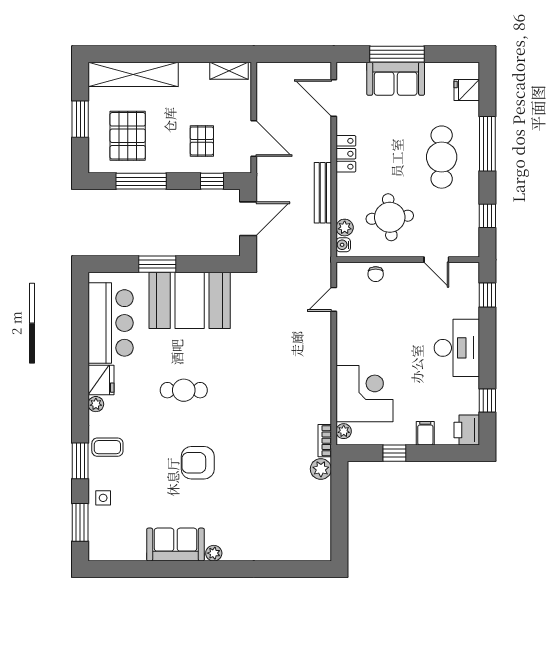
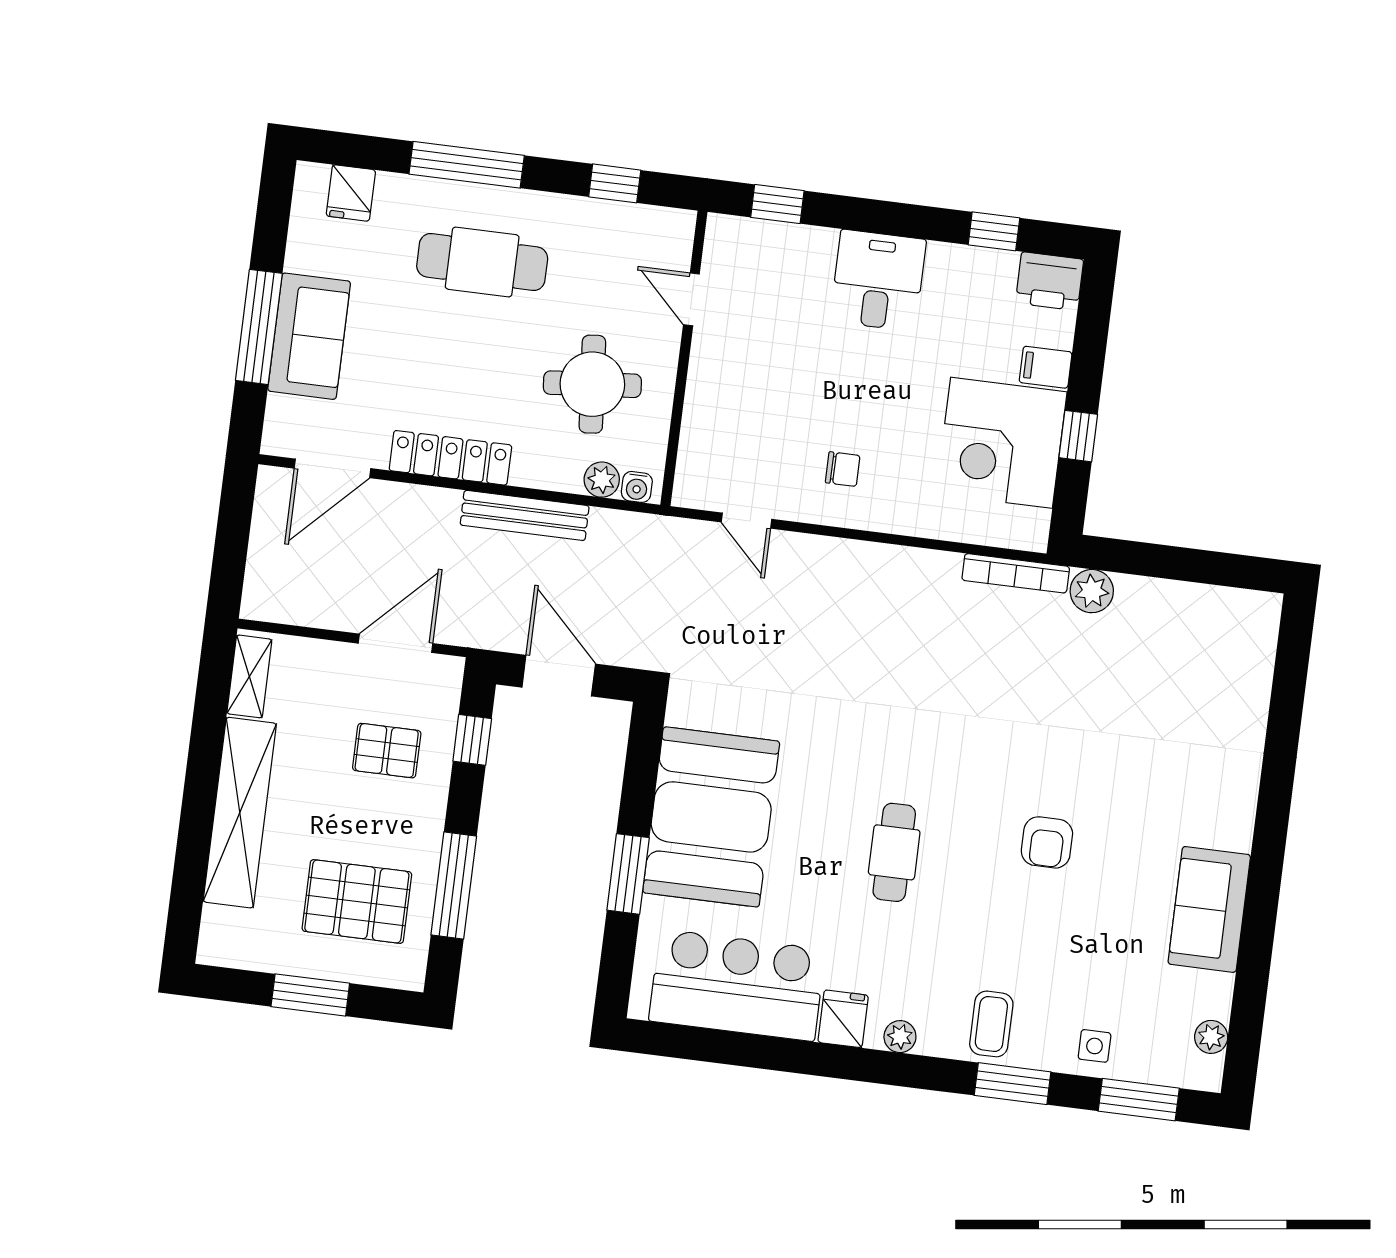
shelving: (133, 74) -> (240, 813), moved
locker: (346, 154) -> (450, 458), width x1.53
door: (436, 260) -> (691, 299), swing flipped
chair: (376, 274) -> (843, 469), moved
desk: (457, 348) -> (878, 280), width x0.73
fridge: (101, 380) -> (843, 1019), width x0.72
corner desk: (364, 394) -> (1002, 443), moved, turned -90
plant: (344, 431) -> (1020, 534), removed
bookcase: (325, 441) -> (1016, 573), width x1.56
armchair: (198, 463) -> (1047, 842), width x0.72, depth x0.72
plant: (214, 553) -> (1211, 1037), moved

